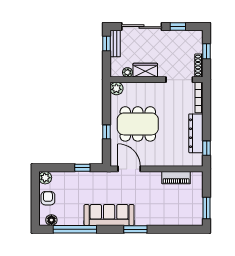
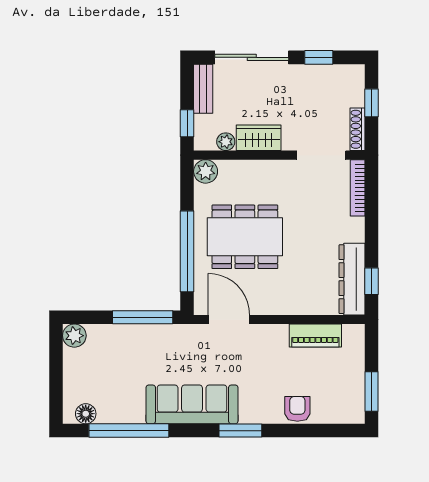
window: (106, 44) -> (187, 123), moved
window: (106, 132) -> (187, 251), width x3.17
dresser: (196, 133) -> (352, 279), moved
window: (82, 168) -> (143, 317), width x2.17
armchair: (48, 198) -> (297, 409), moved

